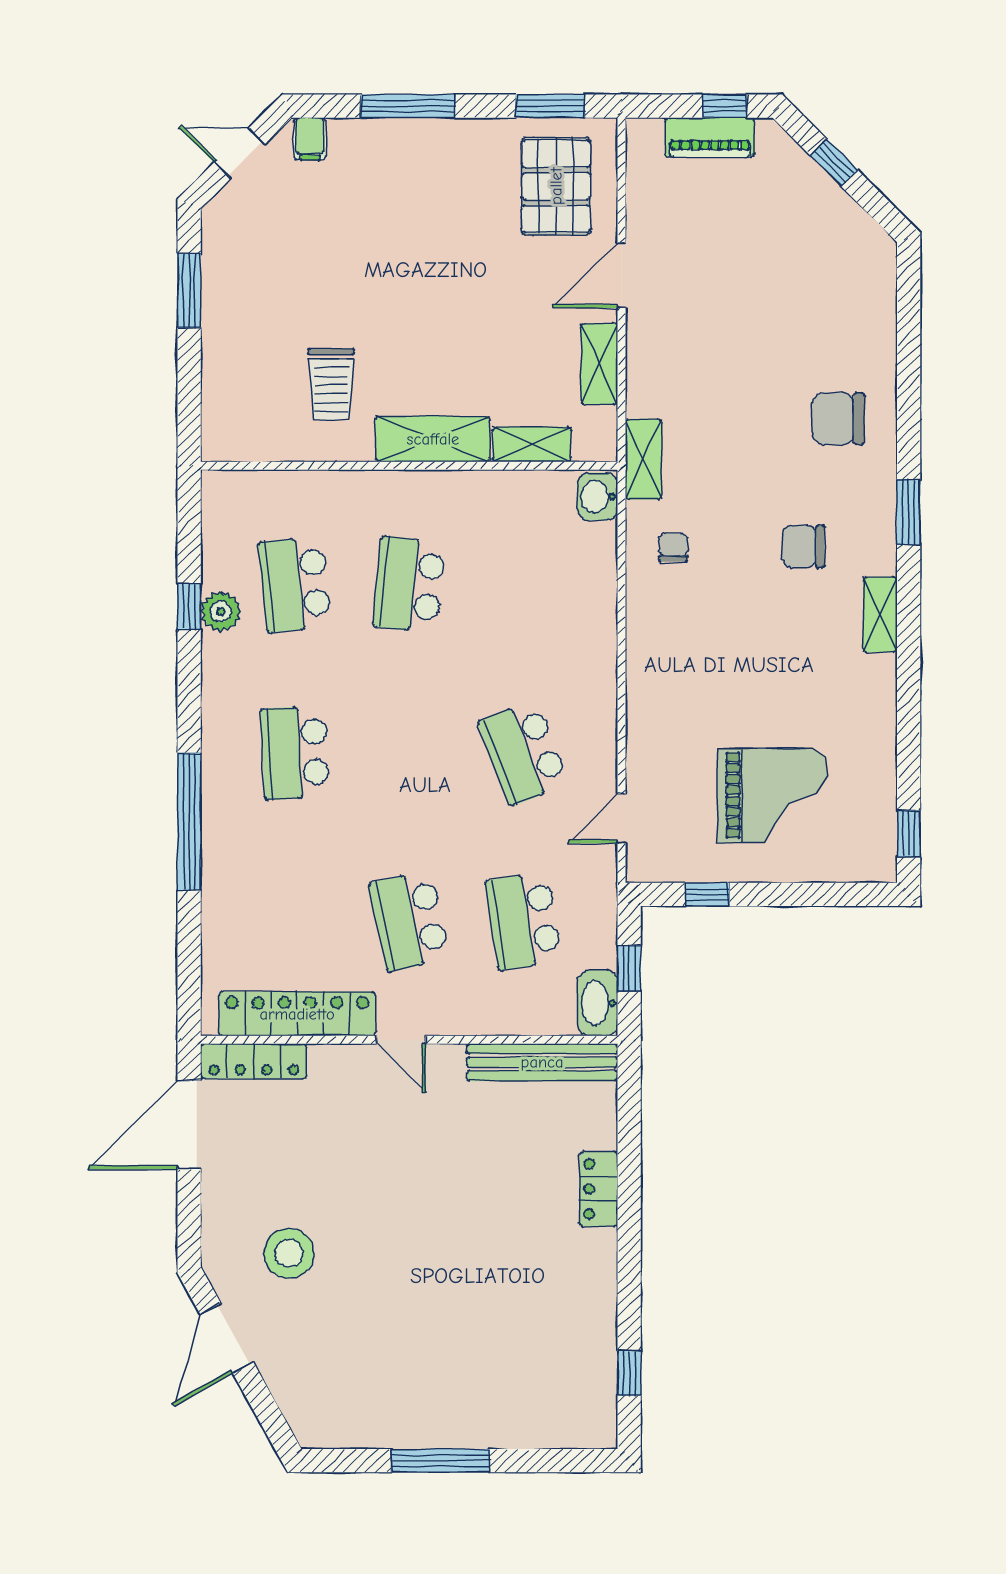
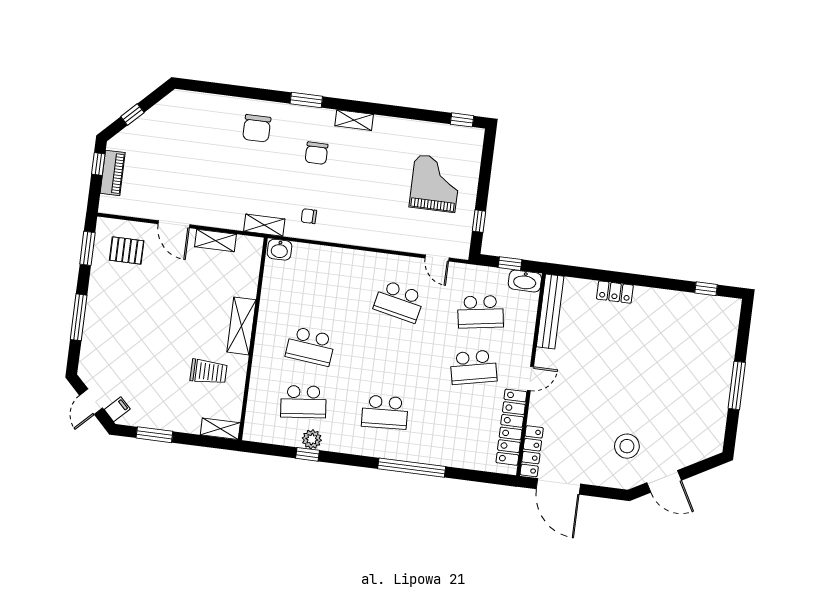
filing cabinet: (310, 139) -> (117, 409), moved, turned -45
pallet: (556, 186) -> (127, 251), width x0.67, depth x0.71
shelving: (532, 444) -> (220, 429), moved, turned 90
school desk: (524, 753) -> (399, 301), turned 33

